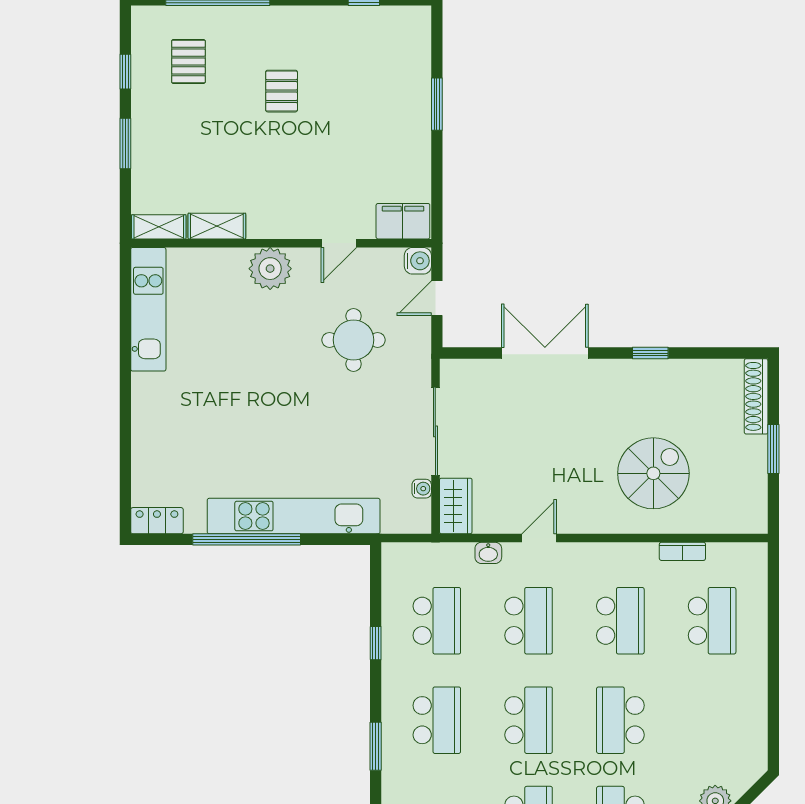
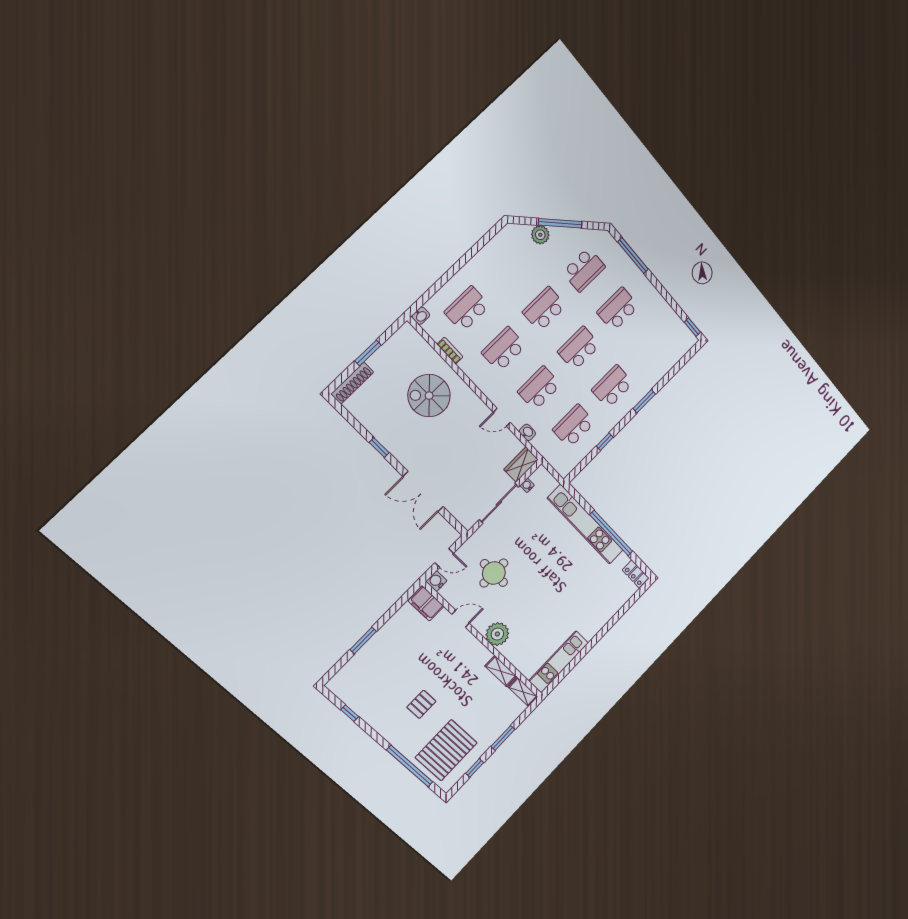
pallet: (188, 62) -> (446, 750), width x2.05, depth x2.00
washbasin: (757, 555) -> (421, 316), added
school desk: (620, 720) -> (544, 309), turned 180

